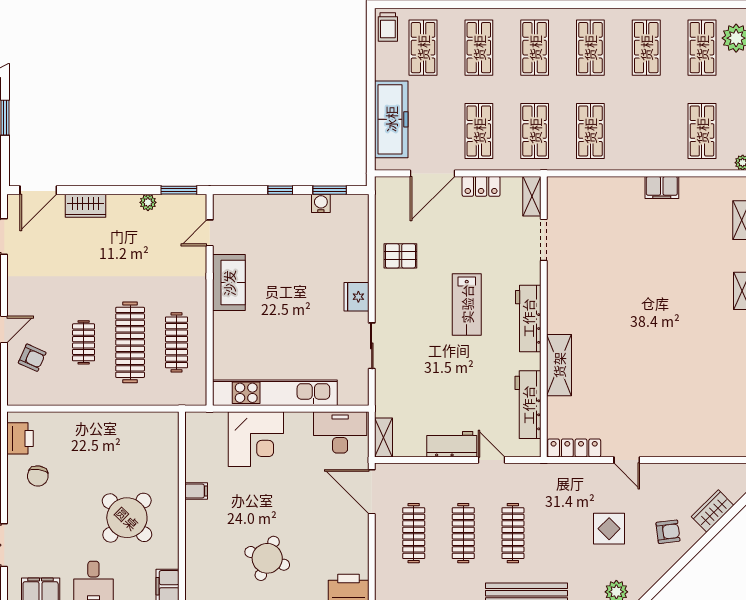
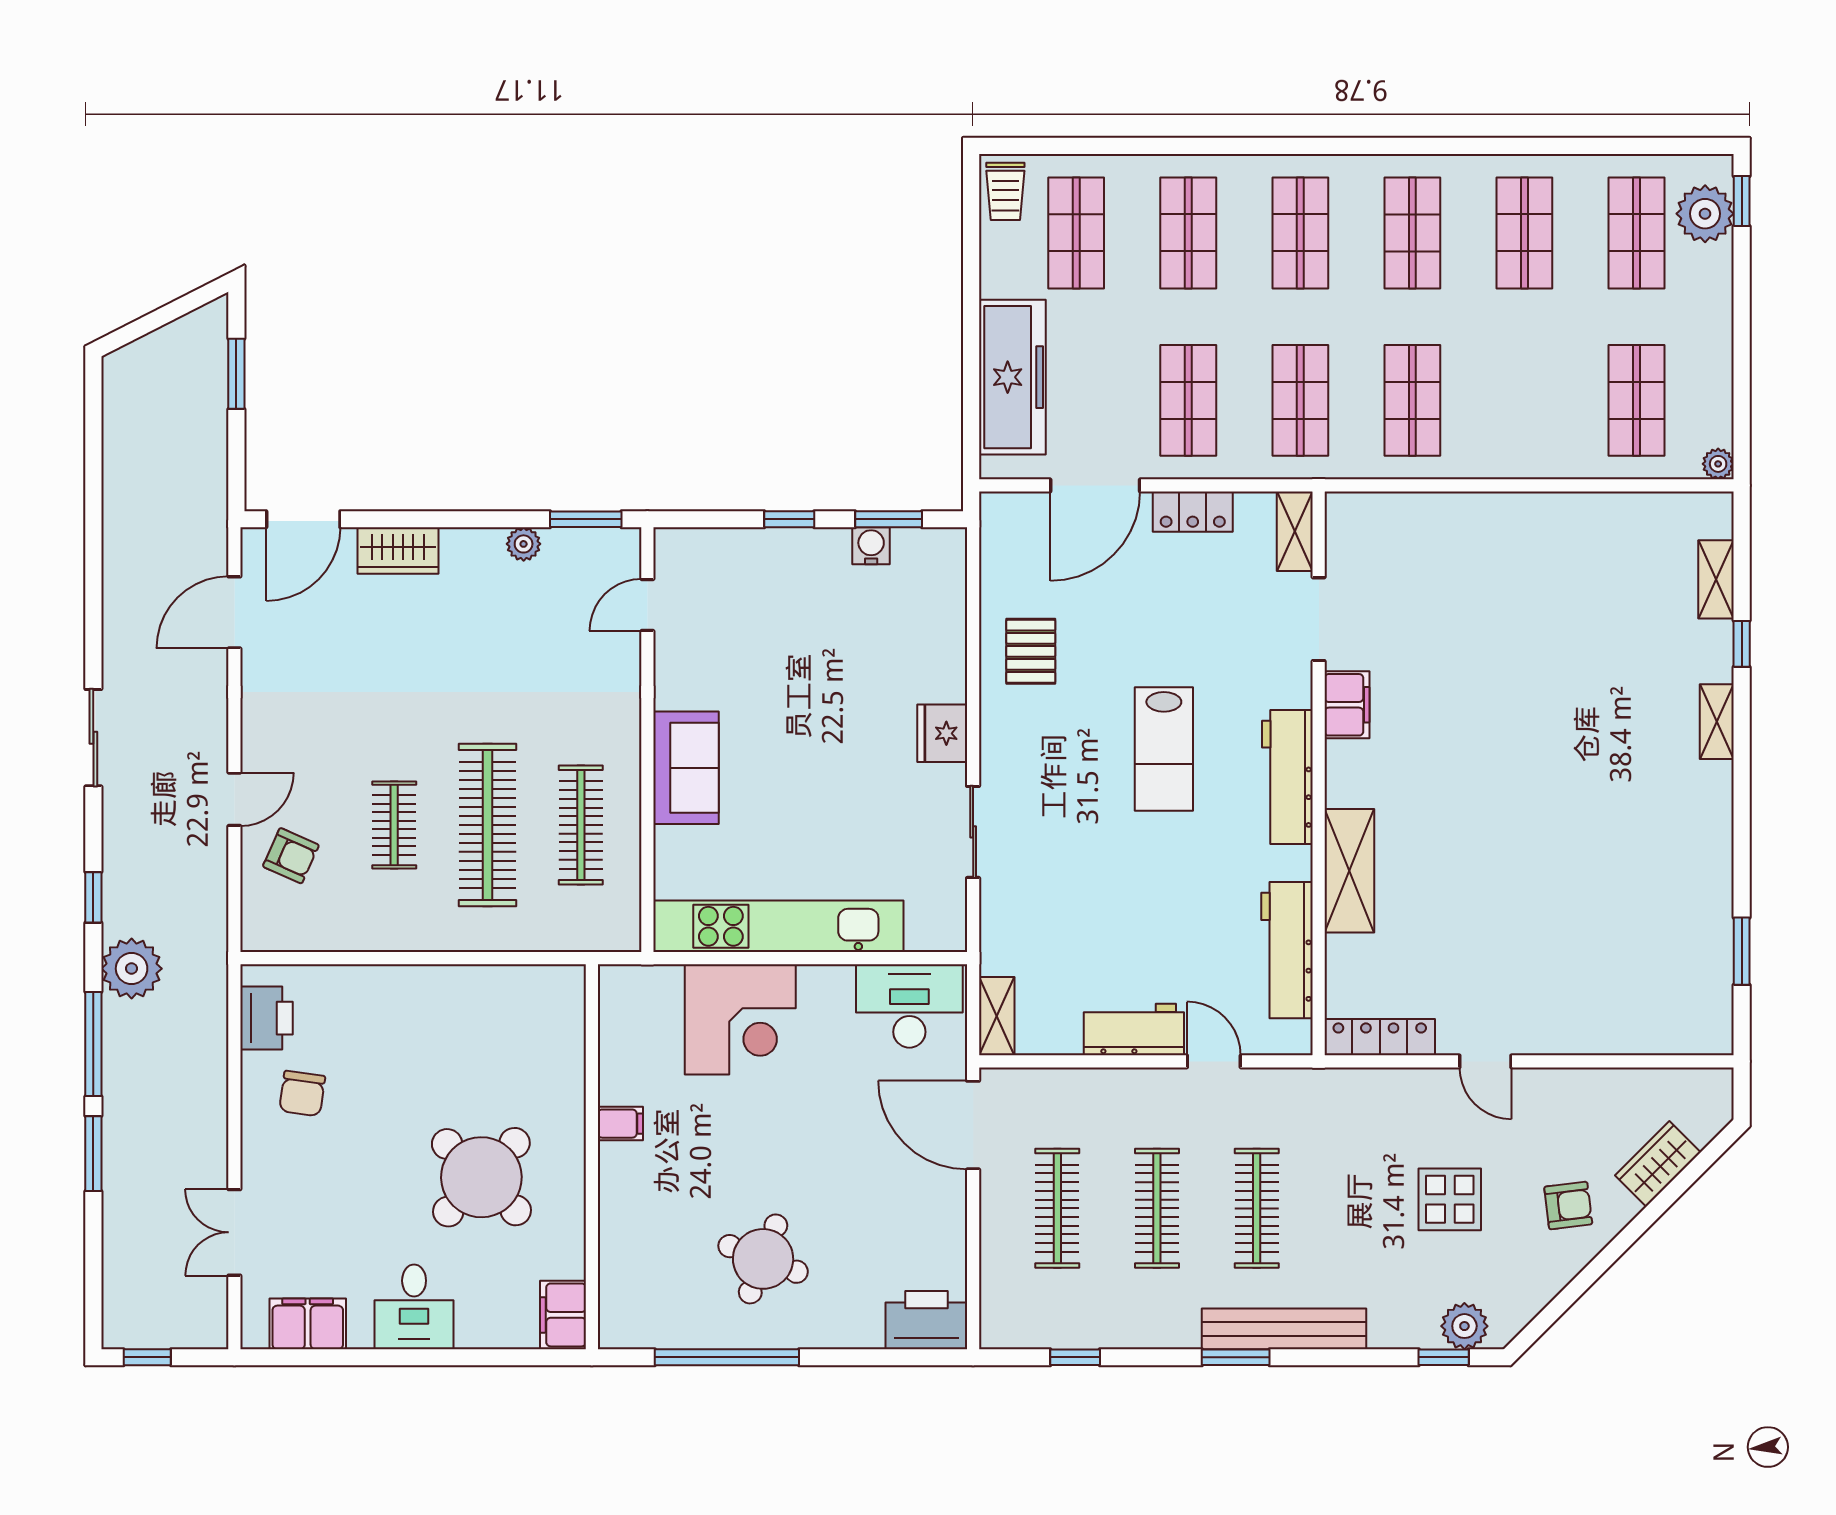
filing cabinet: (662, 187) -> (1347, 705), moved, turned -90
pallet: (400, 256) -> (1031, 651), turned 90
sofa: (229, 283) -> (686, 768), moved

